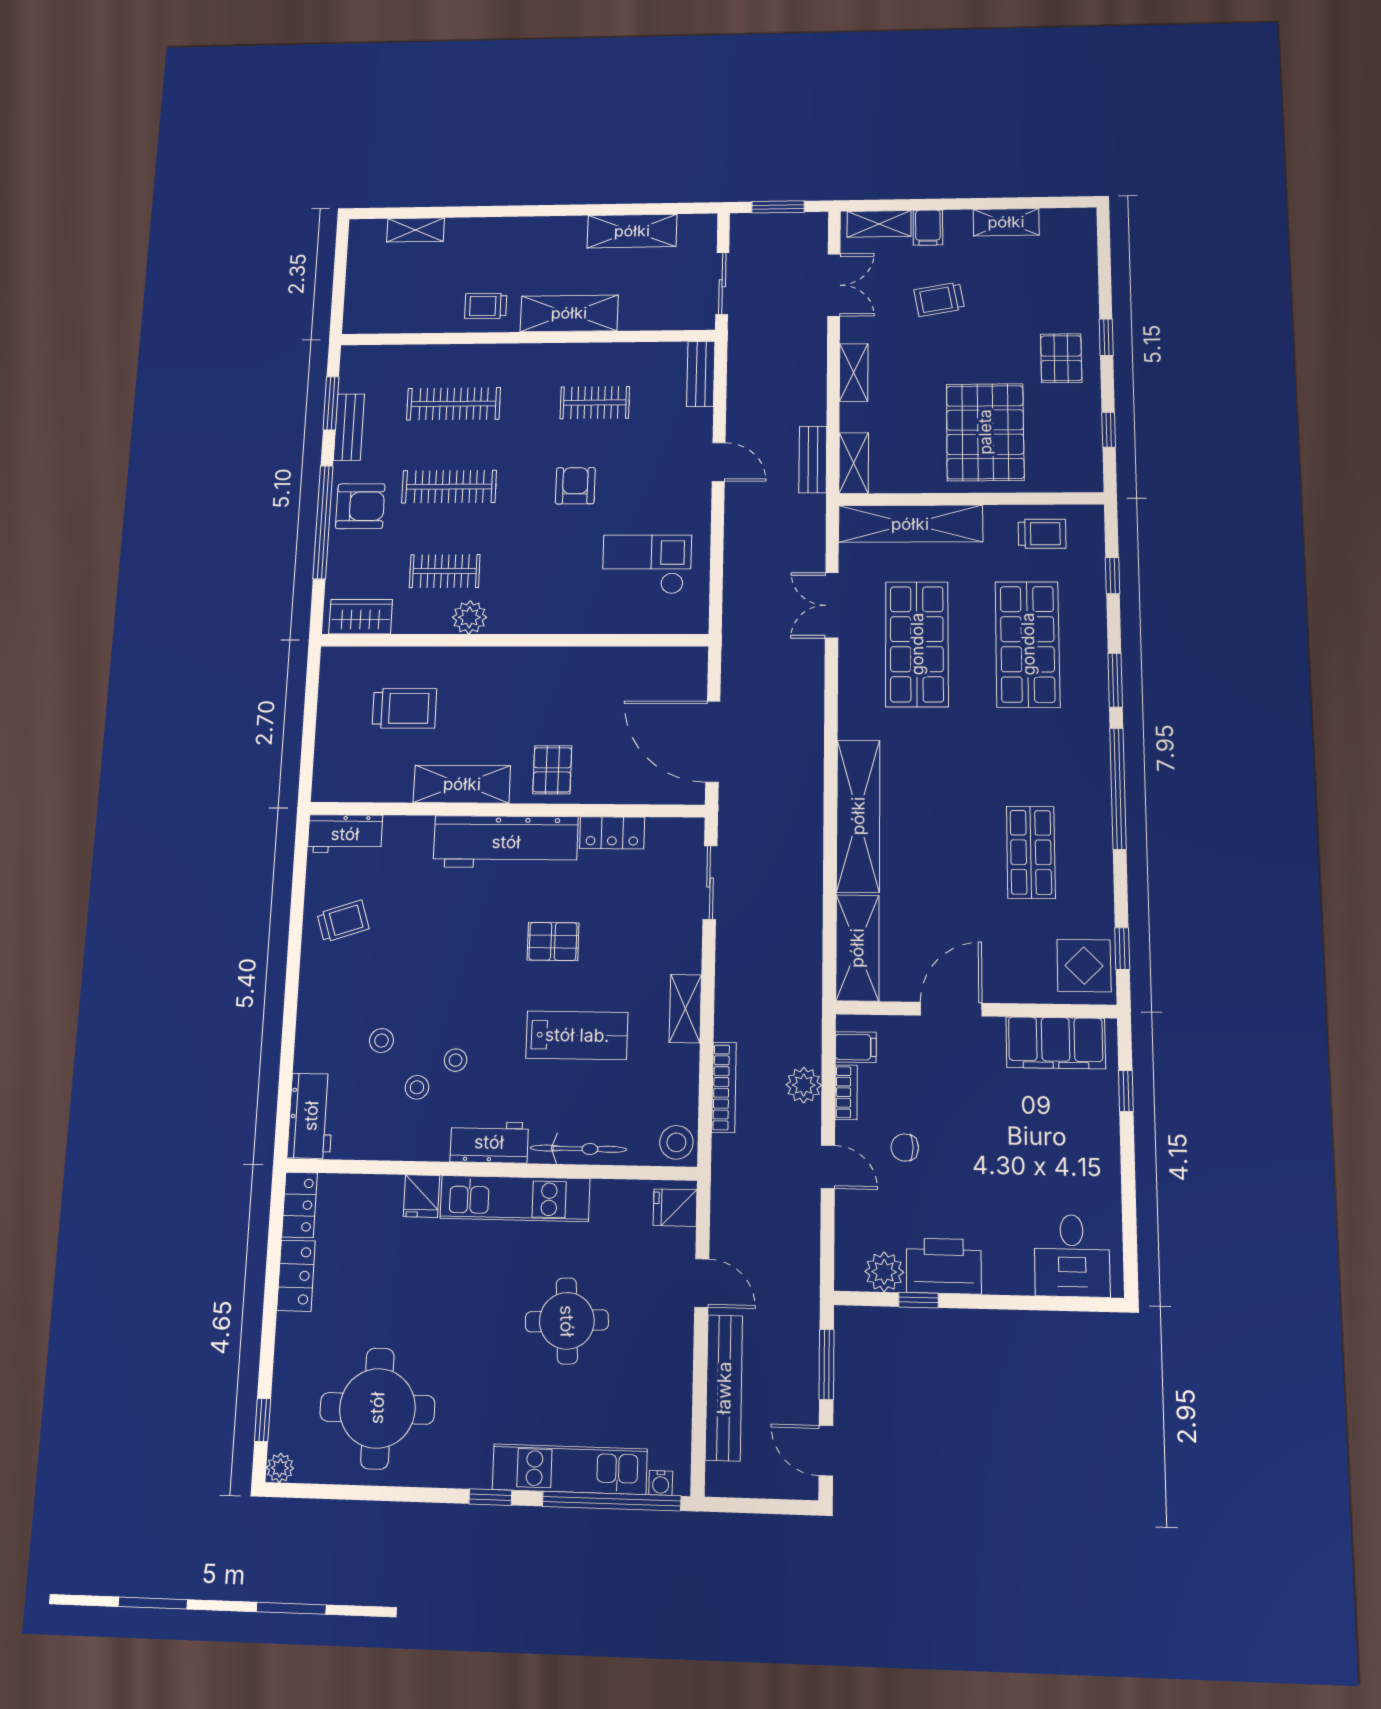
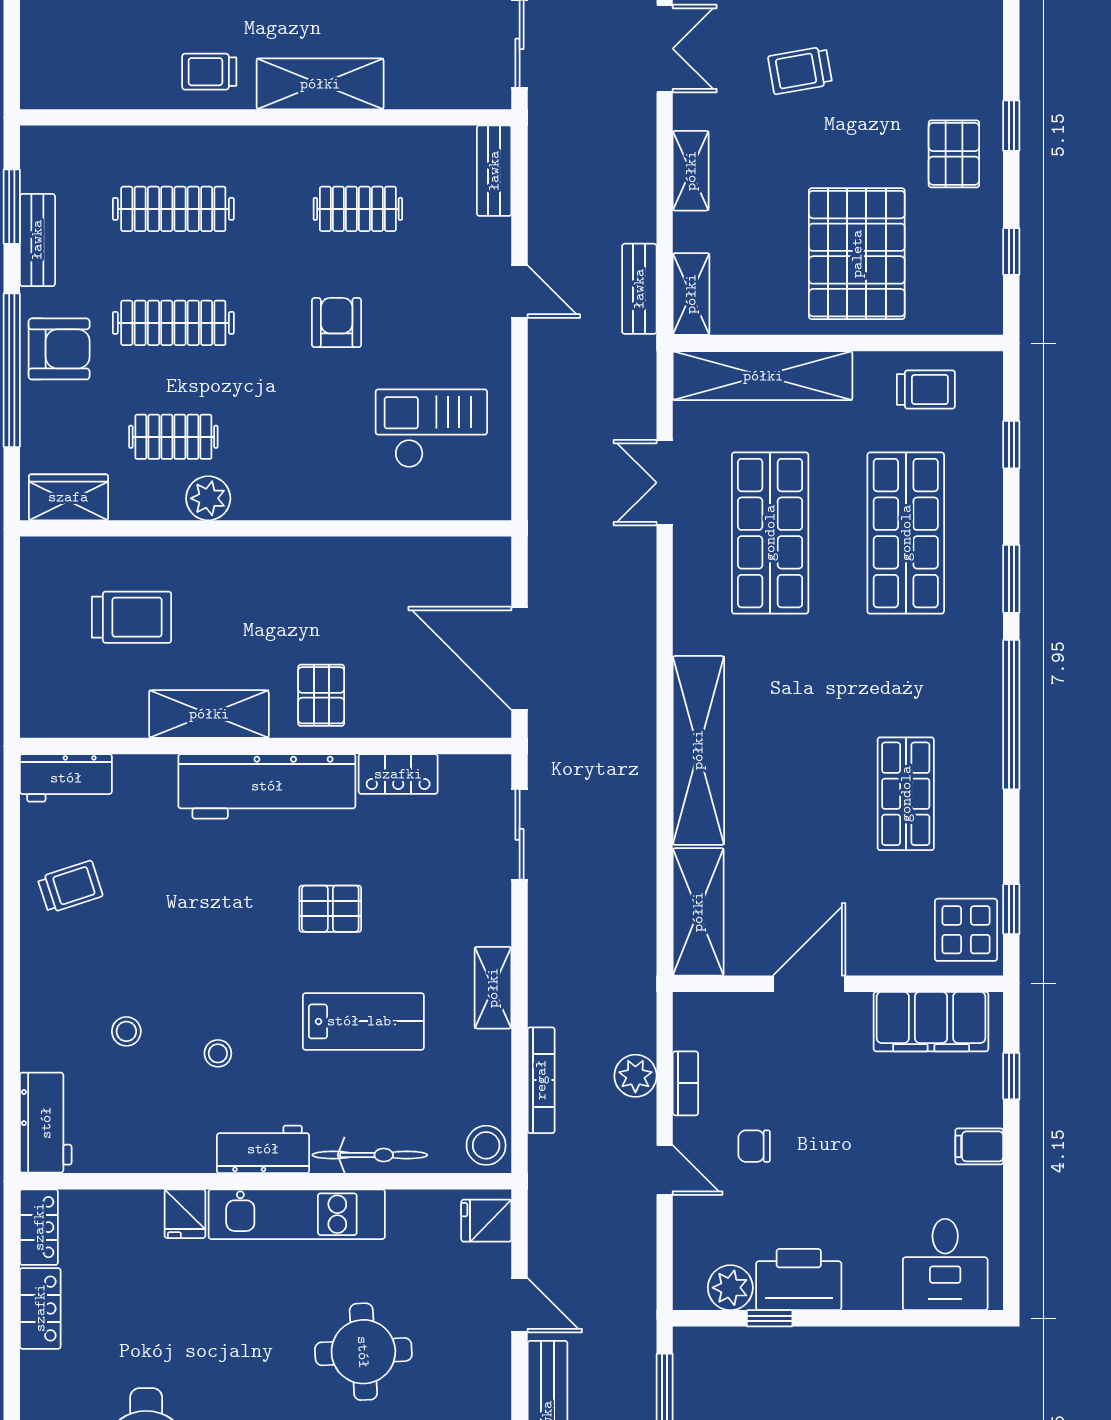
filing cabinet: (856, 1047) -> (979, 1146), moved, turned 180
stool: (417, 1087) -> (173, 1087), removed

